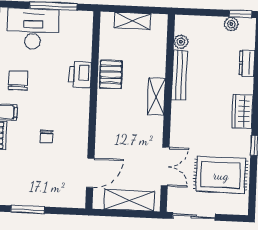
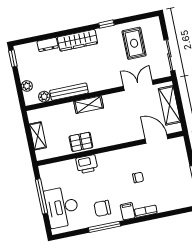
plant: (231, 24) -> (27, 86), moved
wardrobe: (242, 111) -> (77, 40), width x1.50
rug: (221, 175) -> (134, 43), width x0.73, depth x0.70

